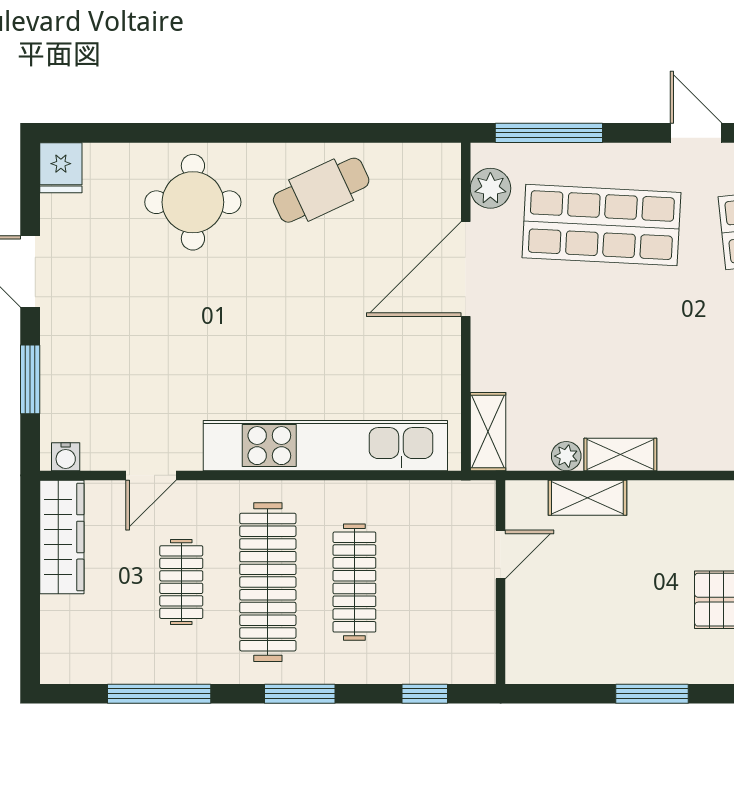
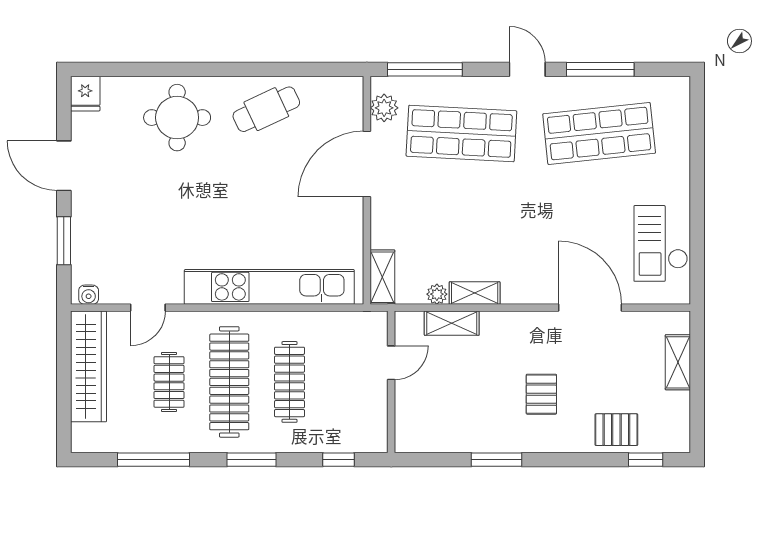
wardrobe: (62, 537) -> (89, 366), width x1.40, depth x1.17

